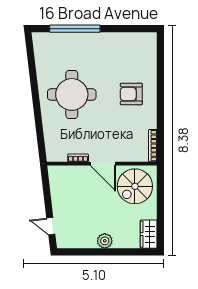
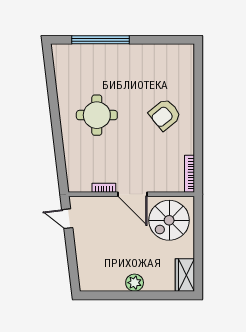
round table: (72, 94) -> (97, 115), width x0.73, depth x0.73
armchair: (131, 94) -> (165, 115), turned -39
door: (51, 226) -> (67, 219), moved

